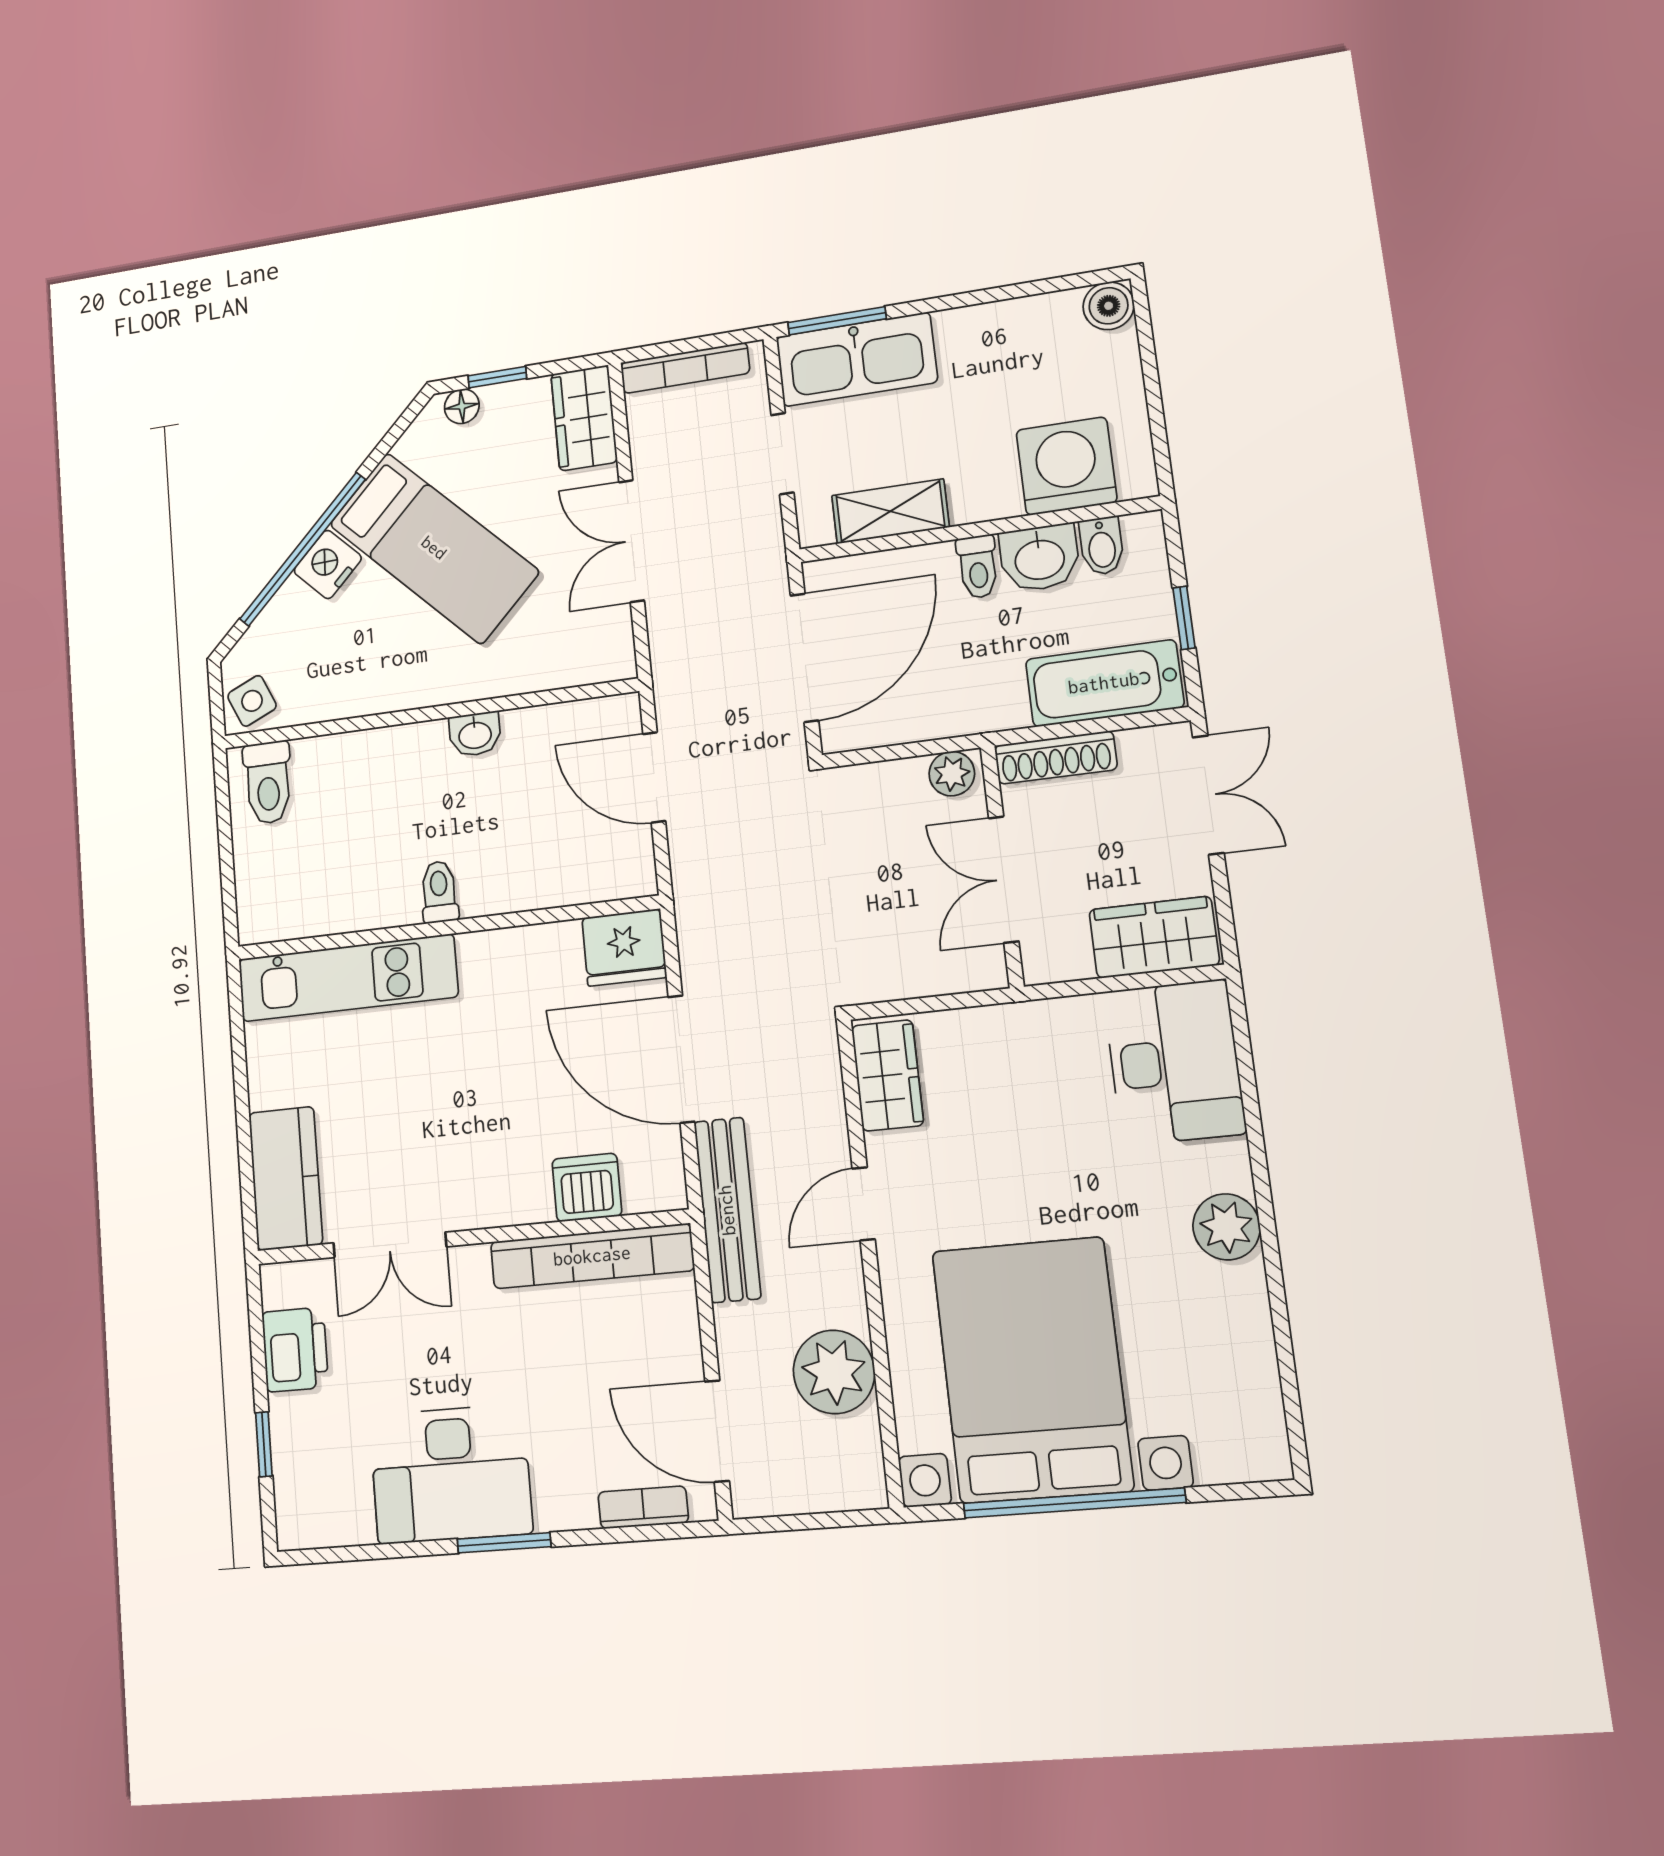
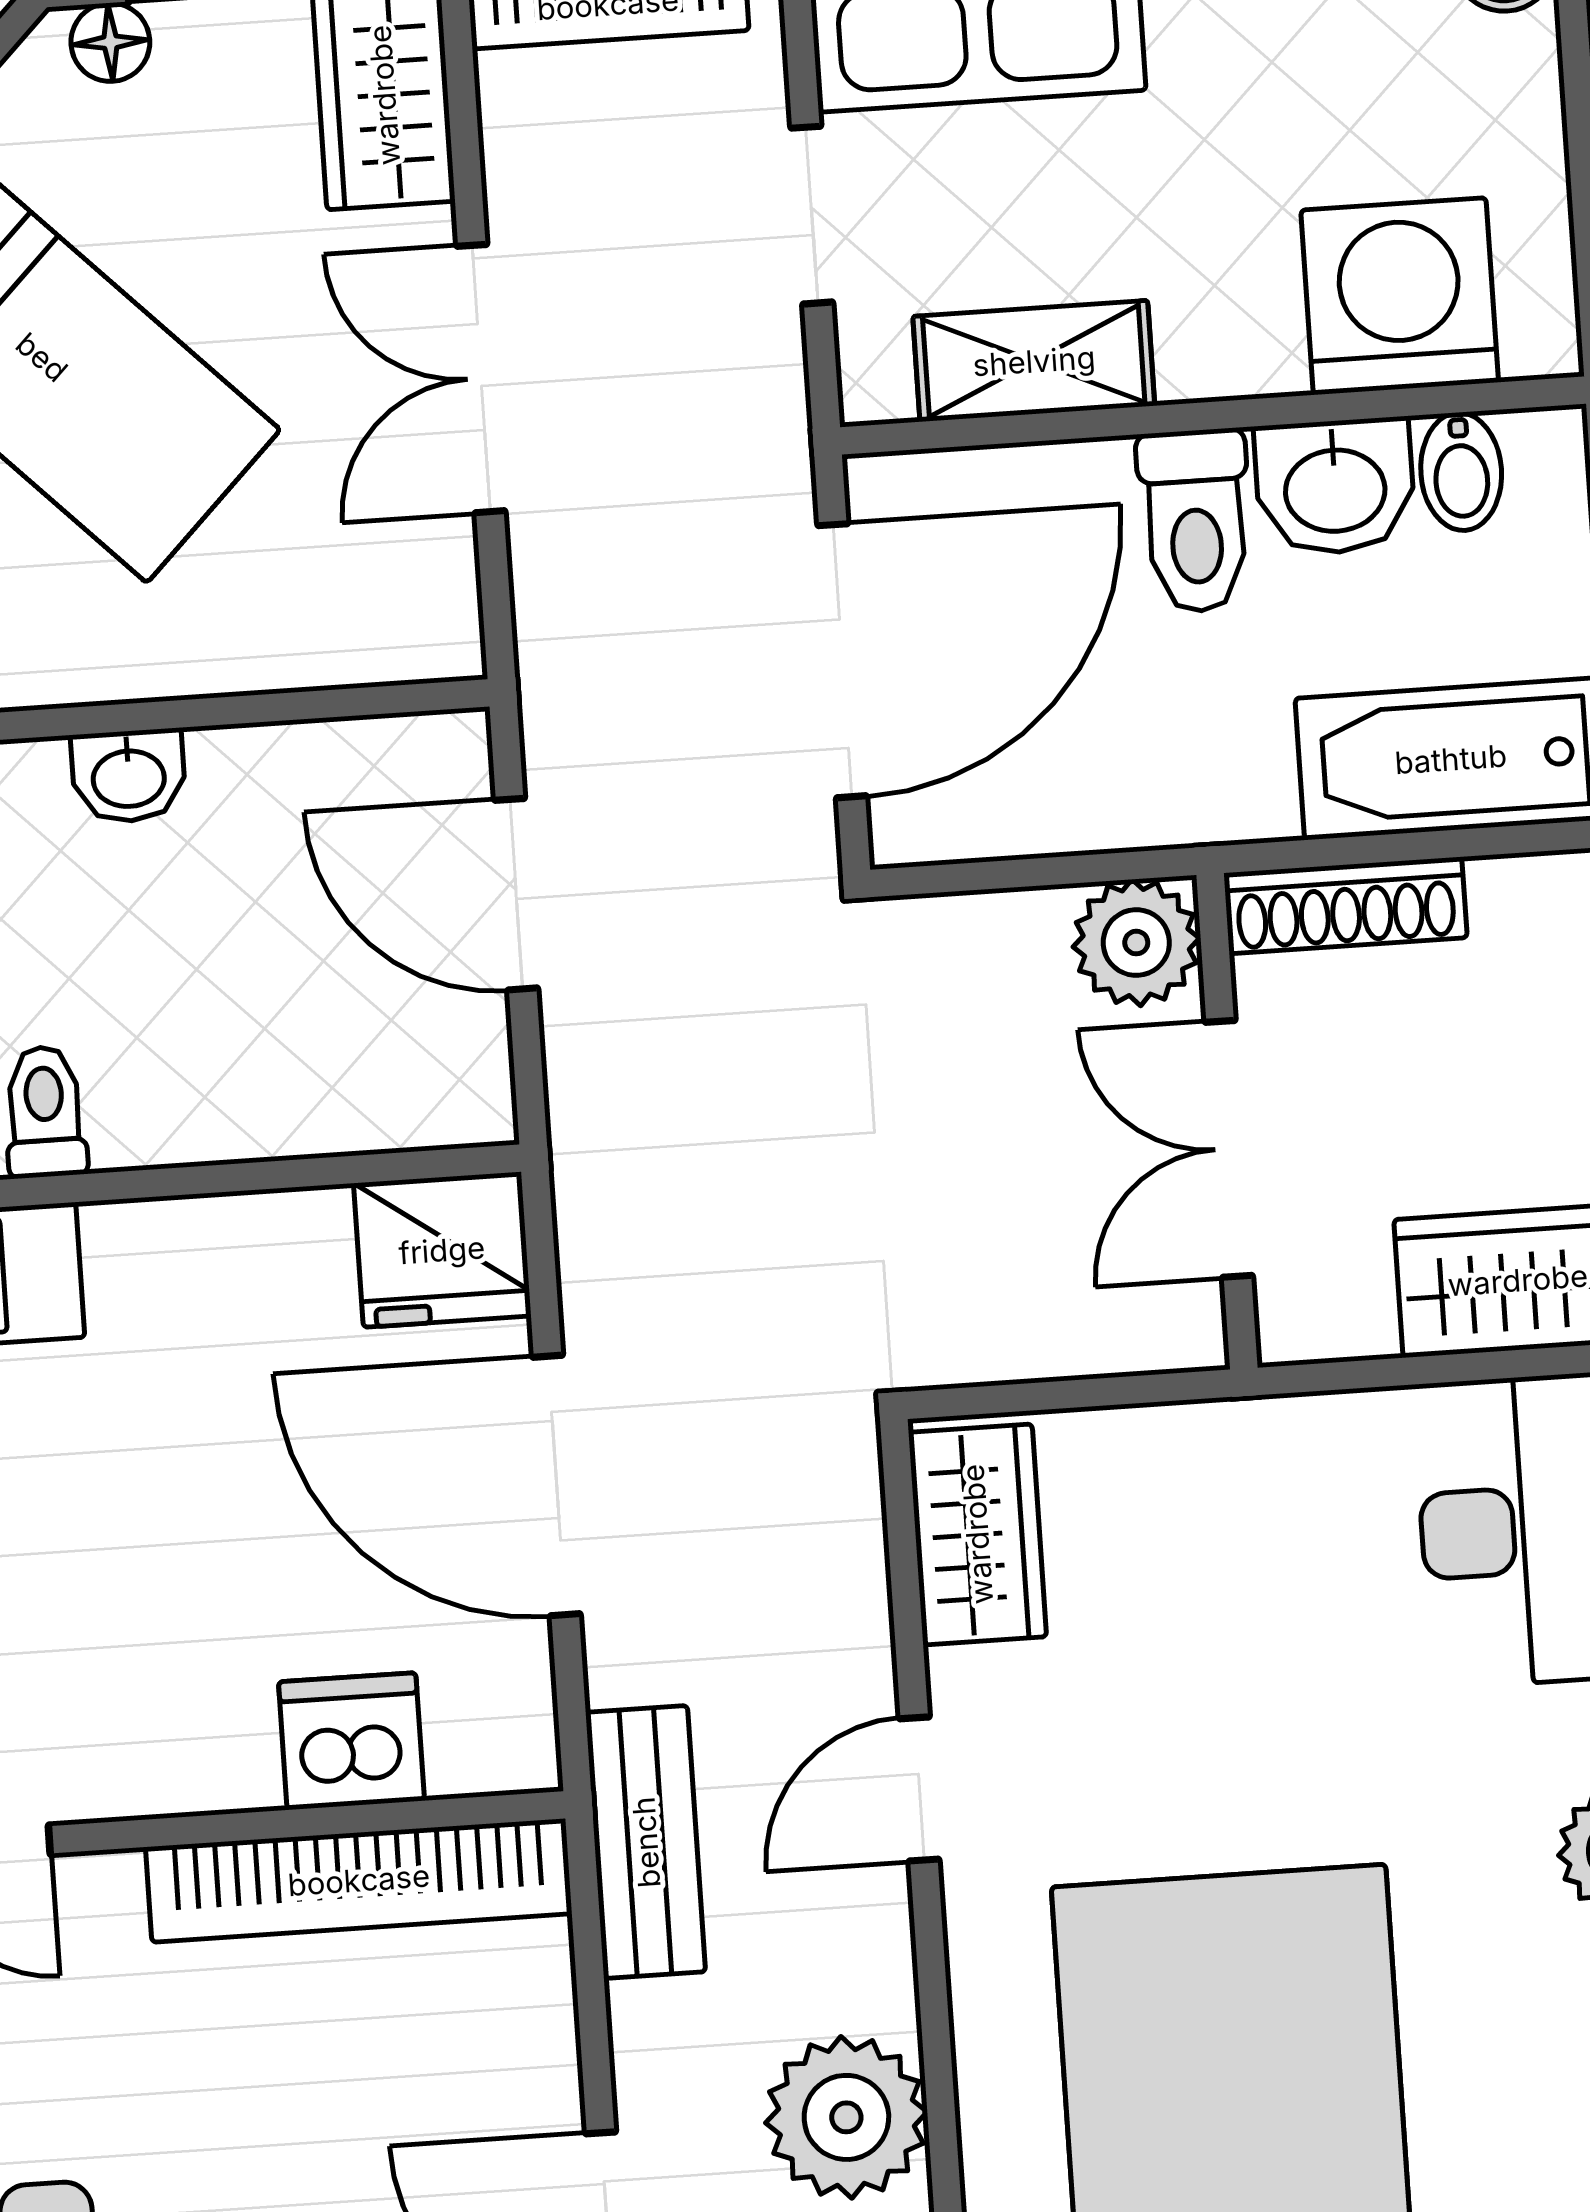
toilet: (978, 567) -> (1195, 521), width x1.37, depth x1.39
plant: (952, 774) -> (1136, 943), width x1.38, depth x1.38
bench: (727, 1210) -> (646, 1842), width x0.73

